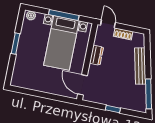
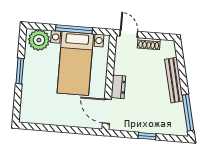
plant: (31, 15) -> (39, 40), width x1.87, depth x1.87
dresser: (96, 55) -> (118, 87), moved

